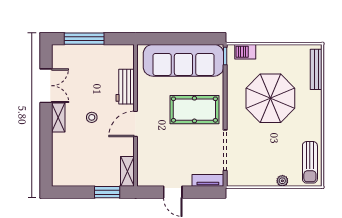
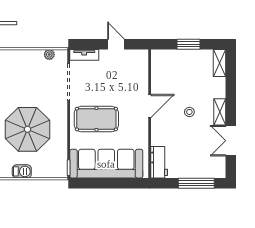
barbecue: (245, 52) -> (22, 171), moved
workbench: (125, 87) -> (159, 162), moved
shelving: (127, 171) -> (220, 63), moved
plant: (282, 181) -> (49, 54), moved
window: (107, 192) -> (188, 44), moved

